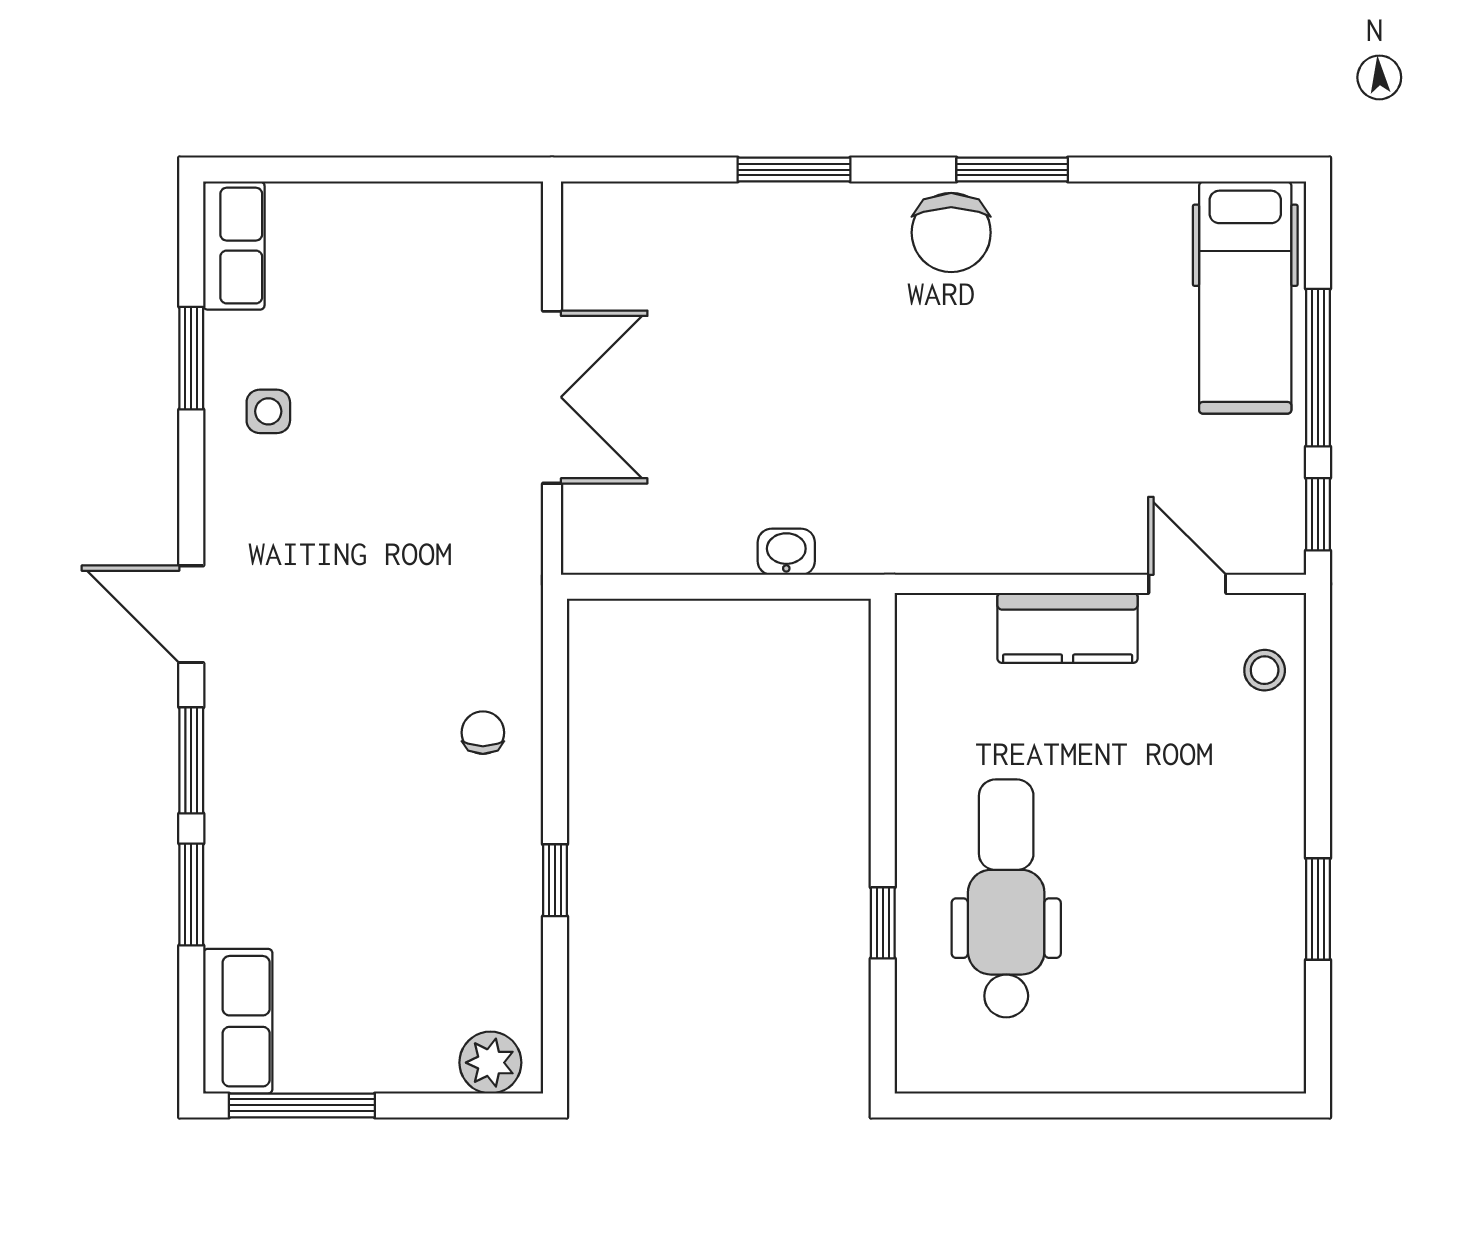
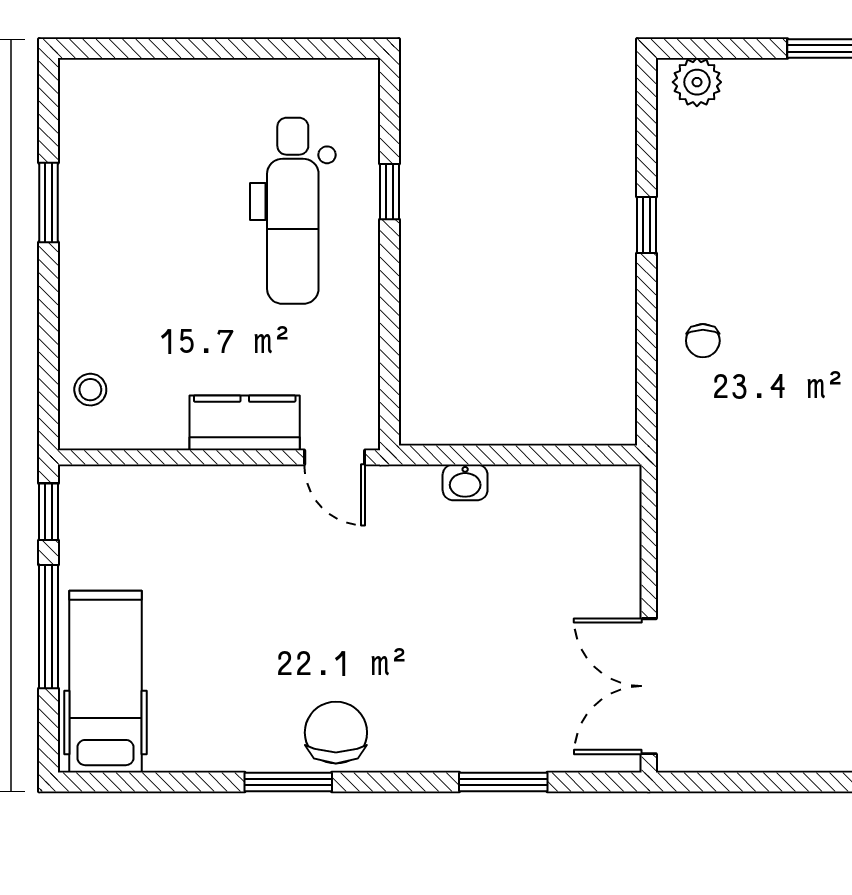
window: (794, 170) -> (503, 782), moved
double door: (552, 397) -> (649, 686), moved
door: (1187, 584) -> (335, 457), moved

